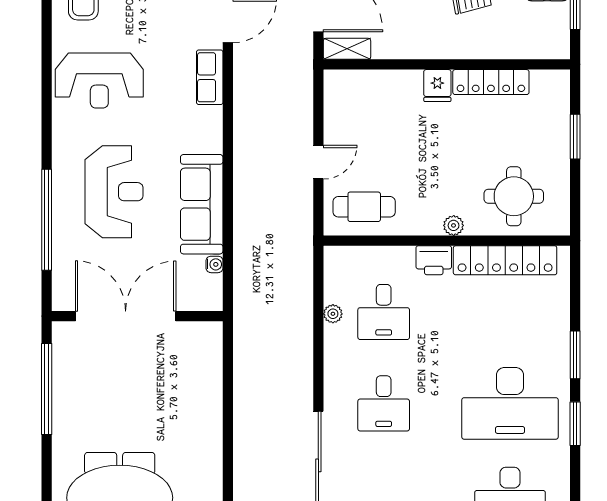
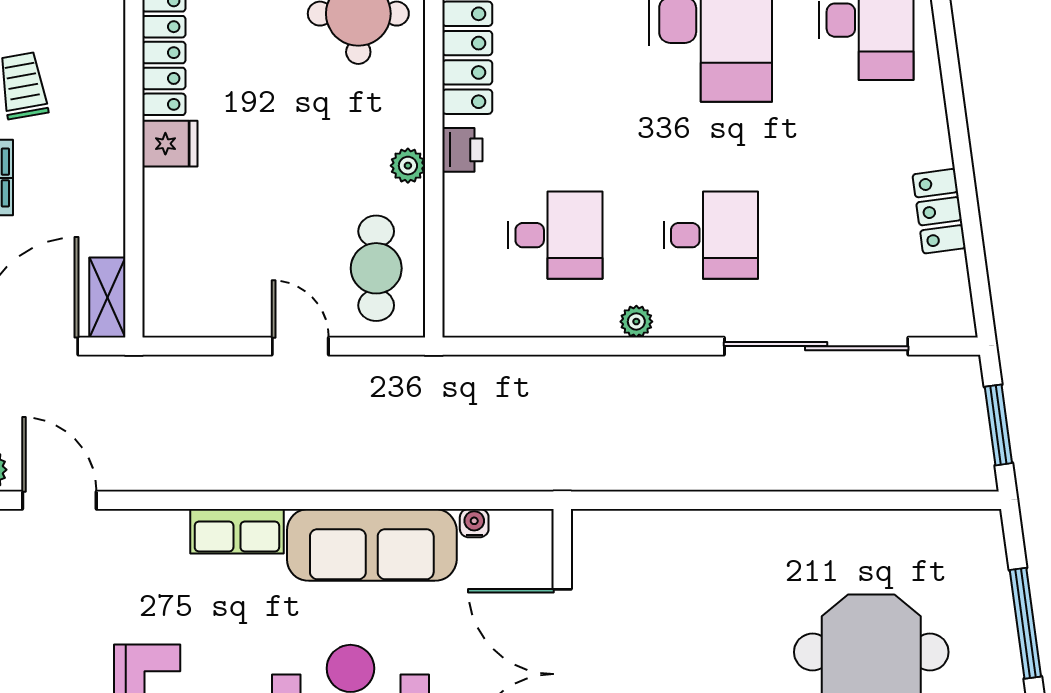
row of seats: (210, 77) -> (237, 531), moved
plant: (454, 225) -> (408, 166), moved
printer: (434, 260) -> (462, 150), width x0.73, depth x0.81
plant: (333, 314) -> (636, 322), moved

